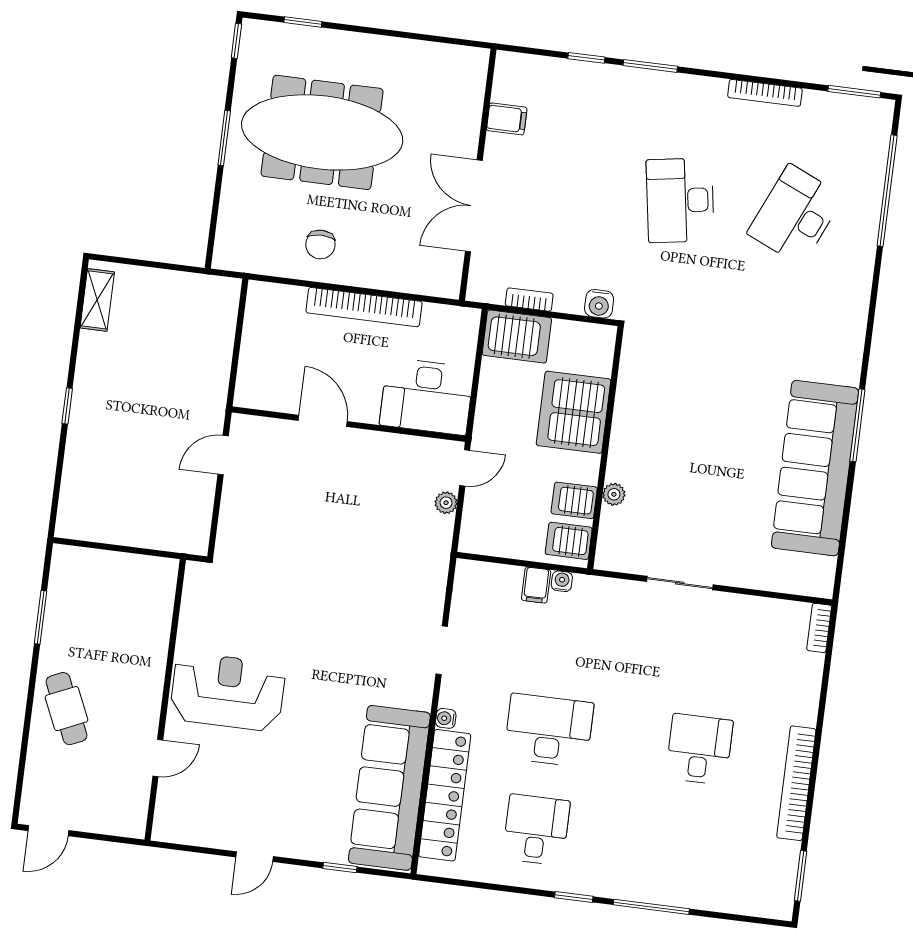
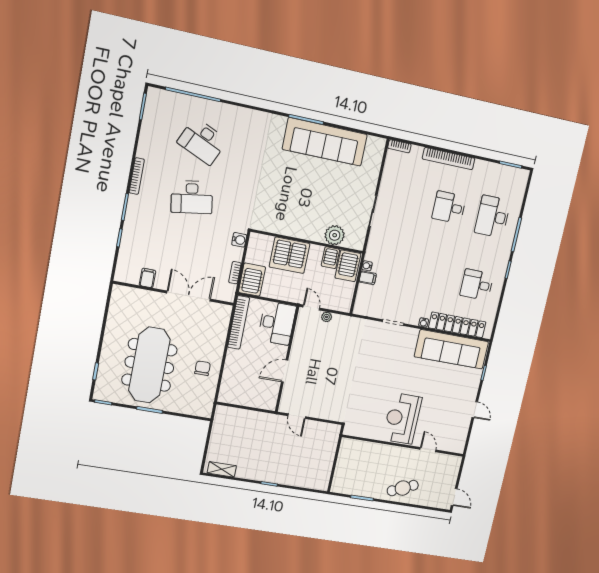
bookcase: (765, 93) -> (137, 176), moved
double door: (474, 206) -> (189, 296), swing flipped
chair: (320, 244) -> (203, 368), turned -90
bookcase: (364, 307) -> (239, 322), moved
plant: (614, 494) -> (335, 235), width x1.88, depth x1.88
server rack: (569, 541) -> (348, 266), width x1.36, depth x1.44
desk: (549, 730) -> (493, 216), moved
bookcase: (796, 783) -> (449, 159), moved

